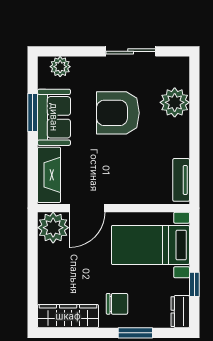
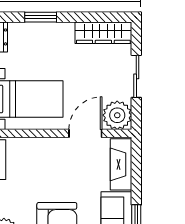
sliding door: (33, 269) -> (136, 76), added
chair: (117, 304) -> (58, 44), removed

